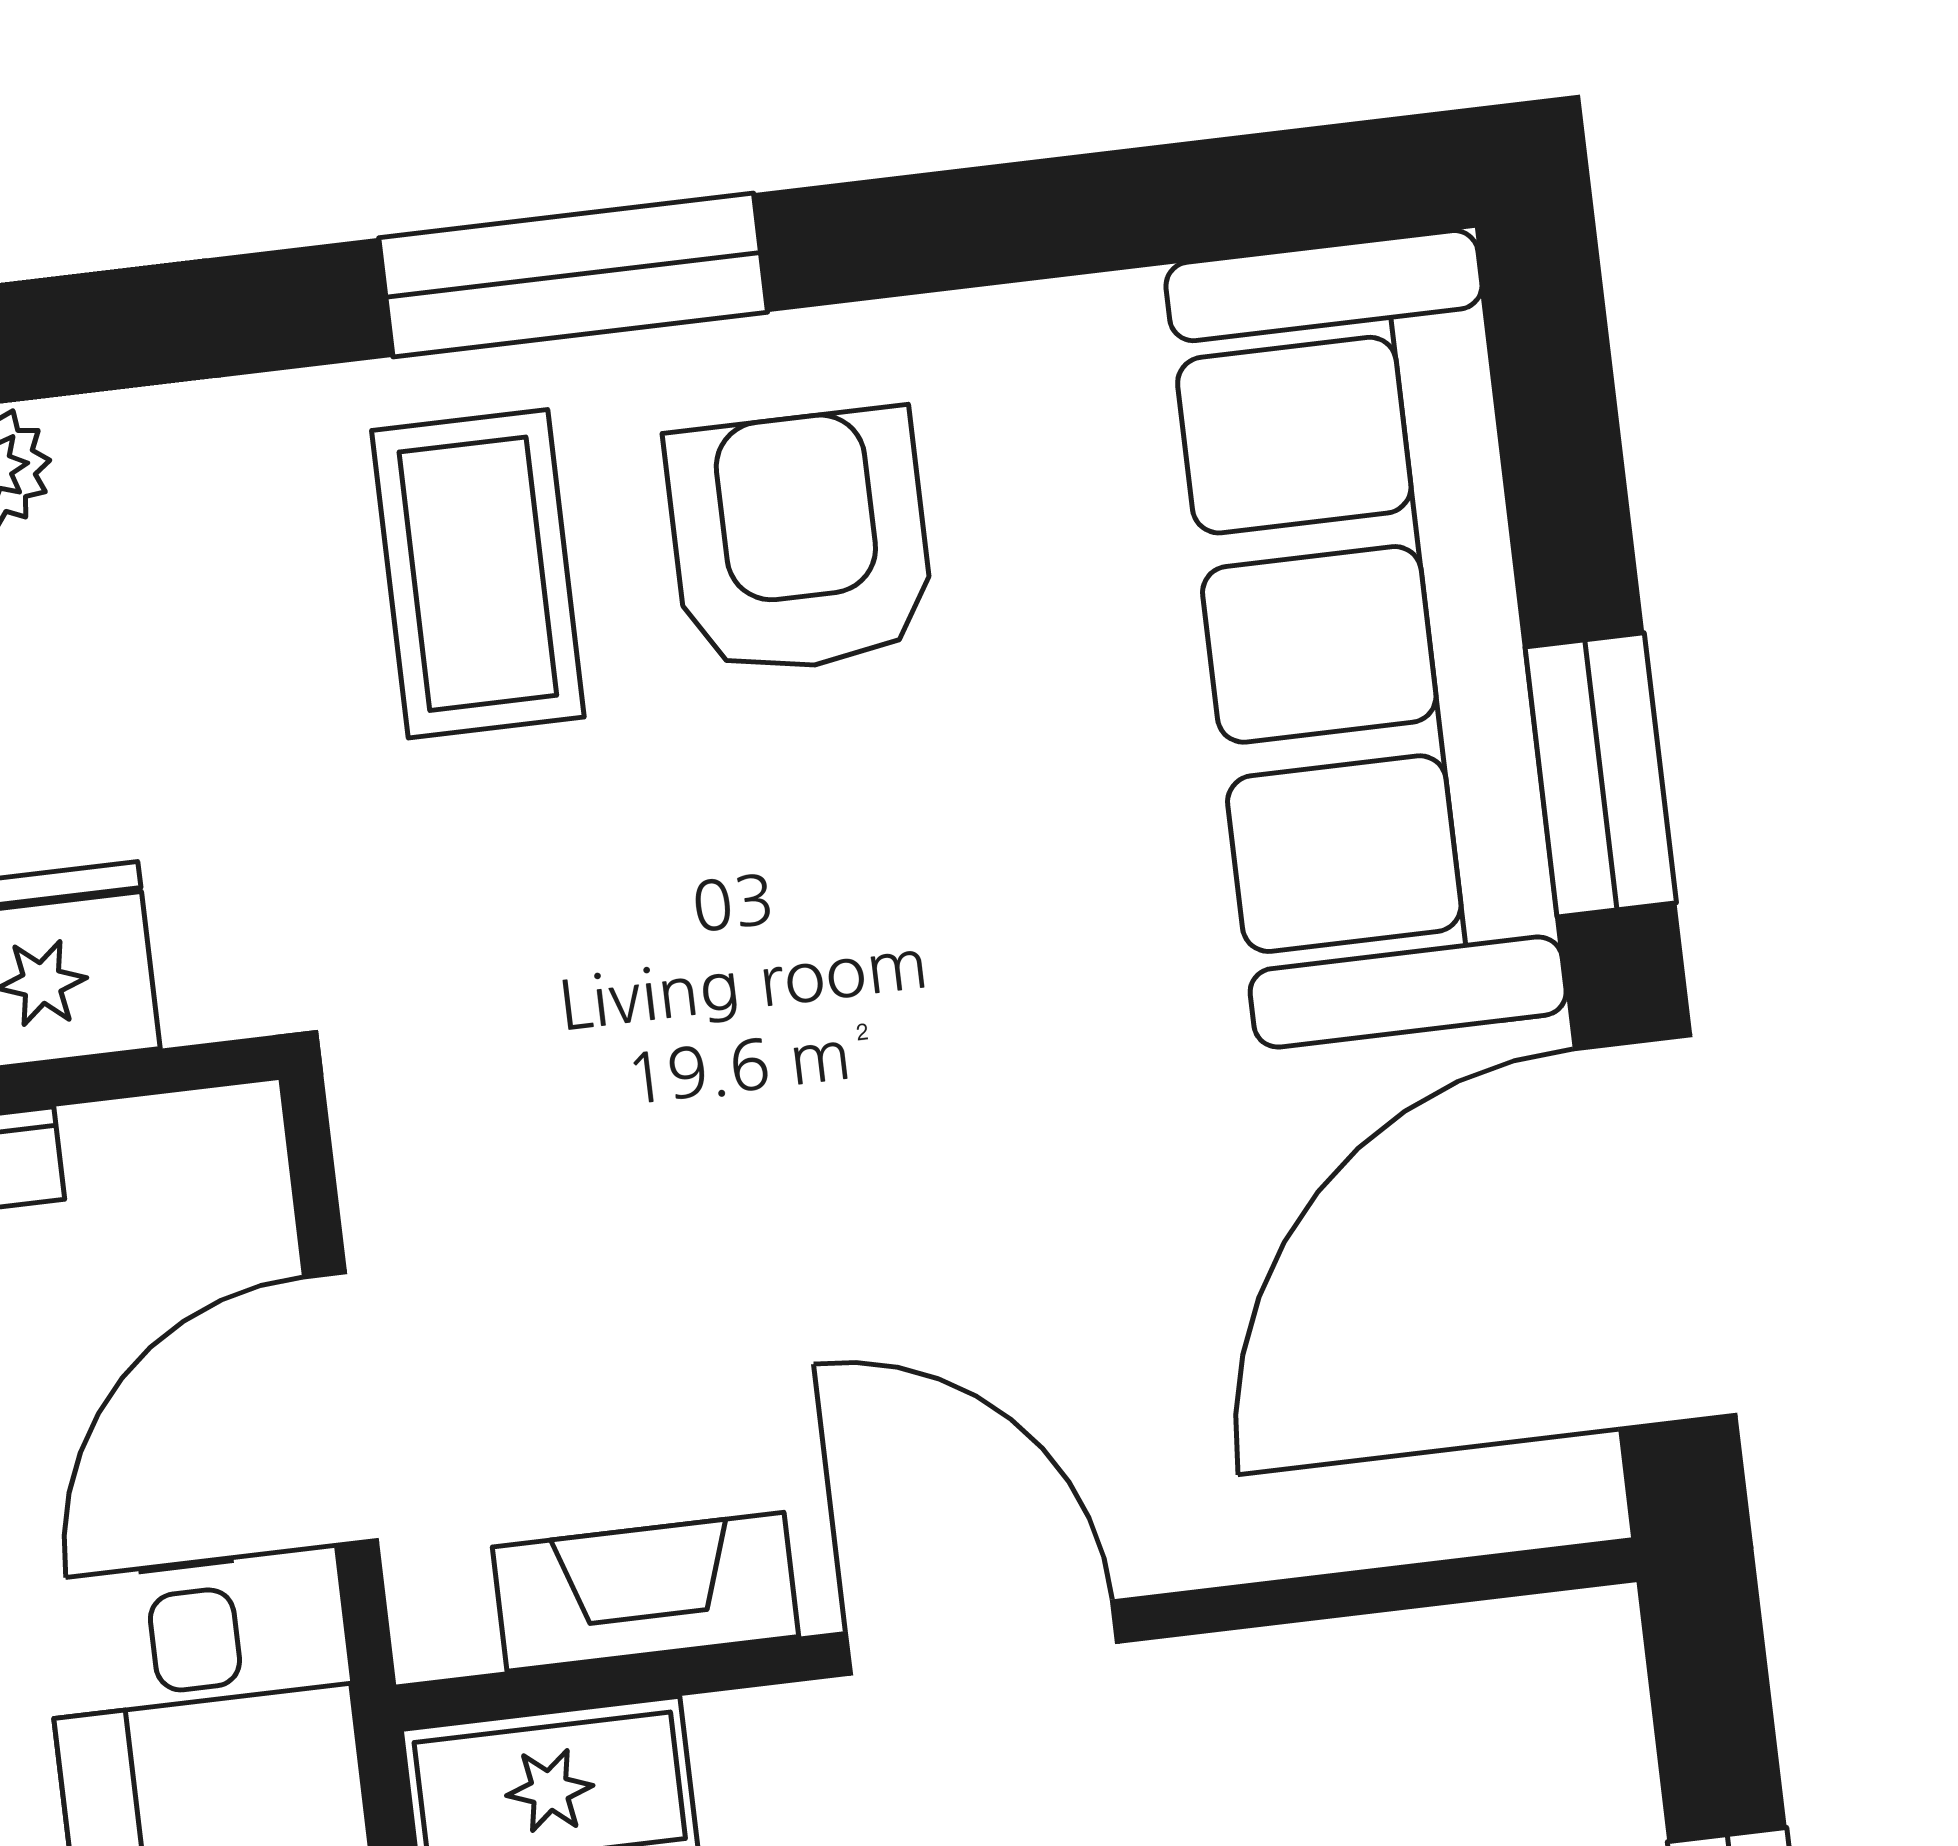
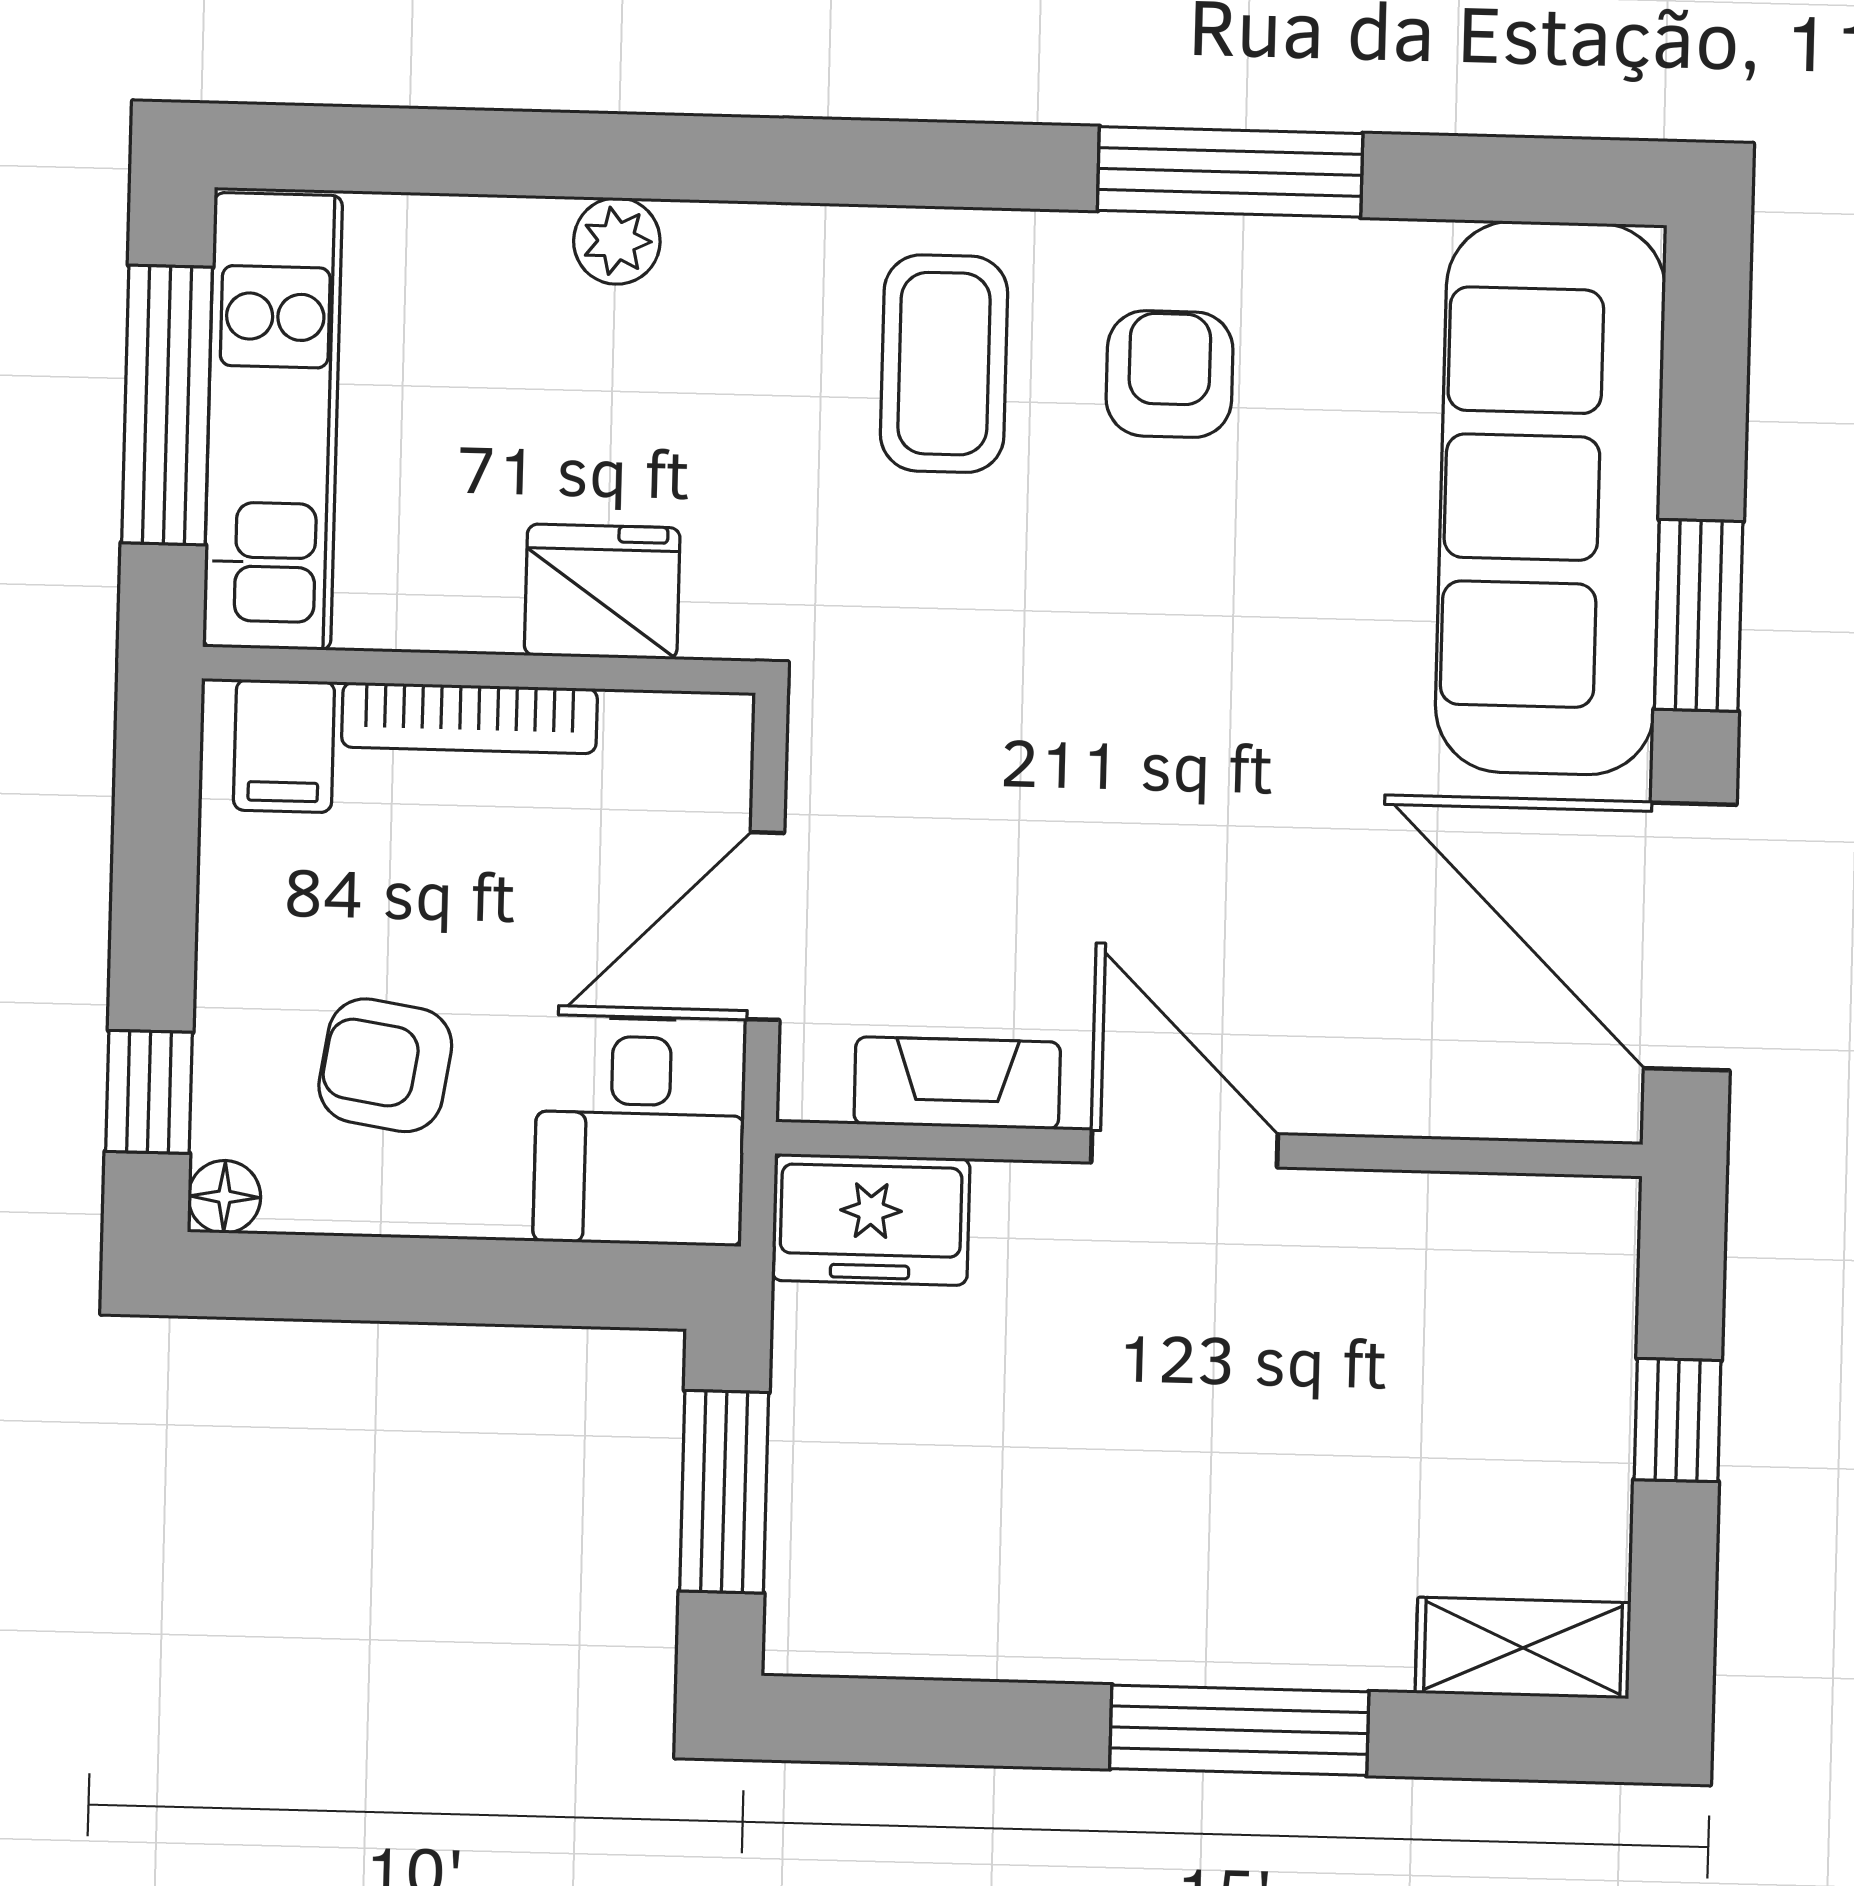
window: (573, 275) -> (1230, 172), moved
armchair: (800, 542) -> (1170, 374), width x0.72, depth x0.72
door: (1655, 1232) -> (1690, 937), hinge flipped

